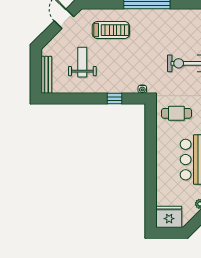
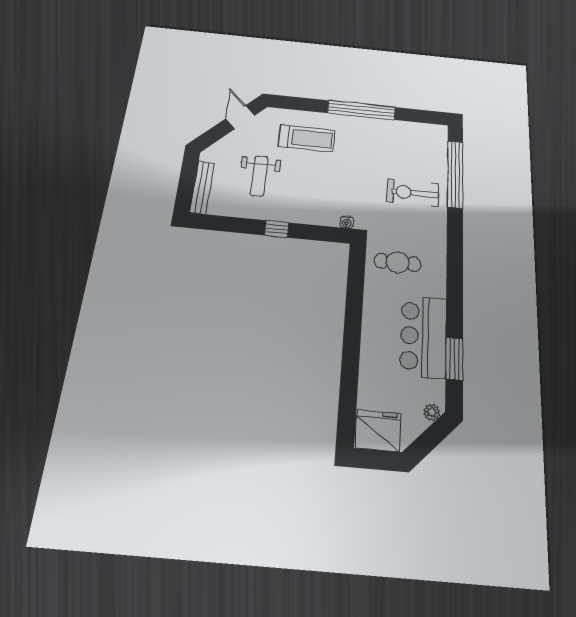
weight bench: (82, 62) -> (259, 176), turned 180
window: (114, 99) -> (277, 229), moved

